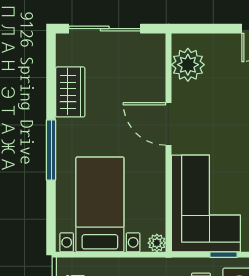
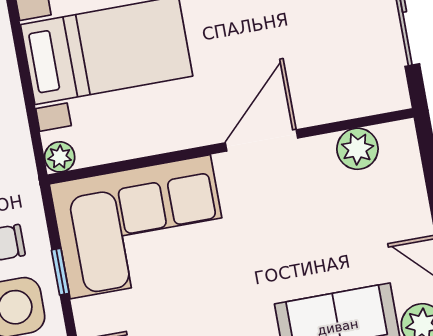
plant: (188, 65) -> (357, 149), width x0.73, depth x0.73

